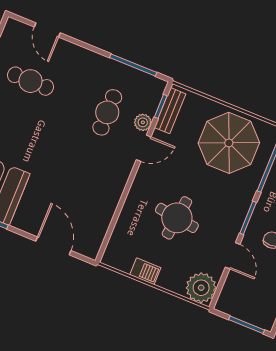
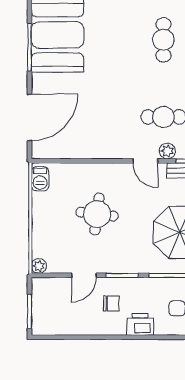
door: (53, 246) -> (29, 117), width x1.36
barbecue: (145, 271) -> (40, 179), moved
plant: (201, 288) -> (39, 266), width x0.53, depth x0.53

